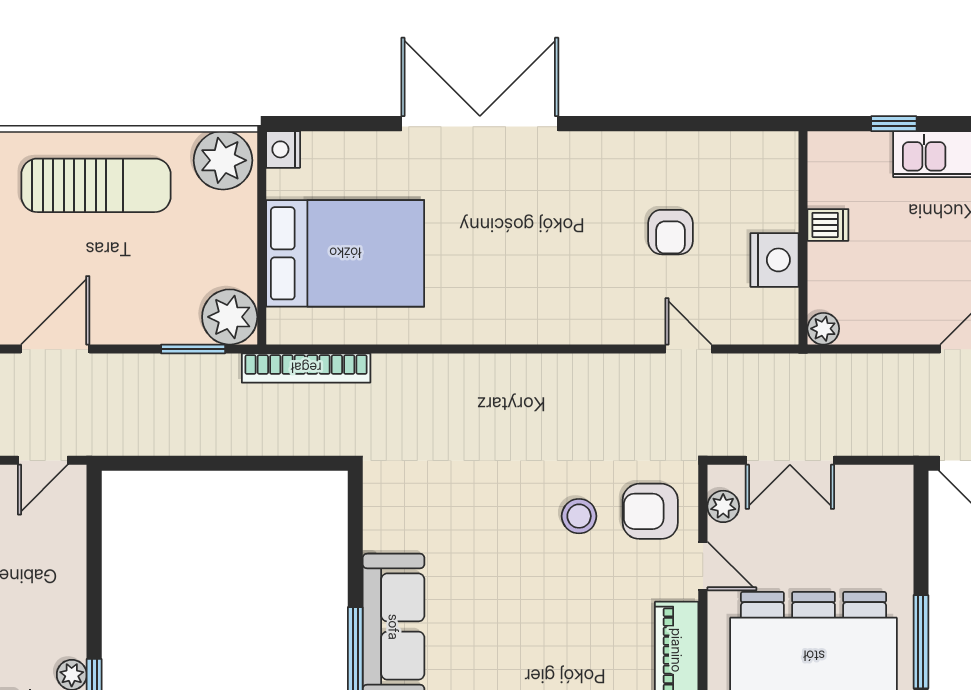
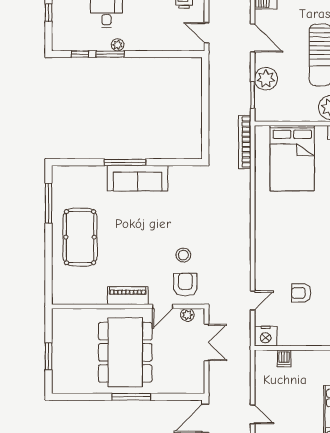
dishwasher: (828, 225) -> (284, 358), moved
nightstand: (775, 260) -> (266, 336), moved
plant: (230, 317) -> (266, 79), moved
plant: (823, 329) -> (261, 356), removed
double door: (790, 460) -> (207, 342), swing flipped

